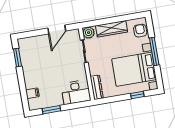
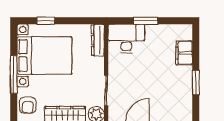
window: (17, 58) -> (196, 83), moved
filing cabinet: (32, 93) -> (184, 53), width x2.00
window: (51, 110) -> (146, 21), moved

